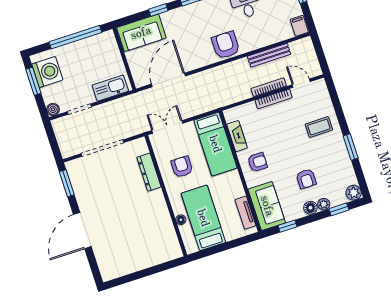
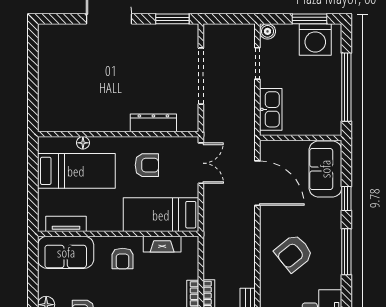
armchair: (226, 45) -> (294, 253), moved, turned 141
window: (287, 226) -> (33, 270), removed

